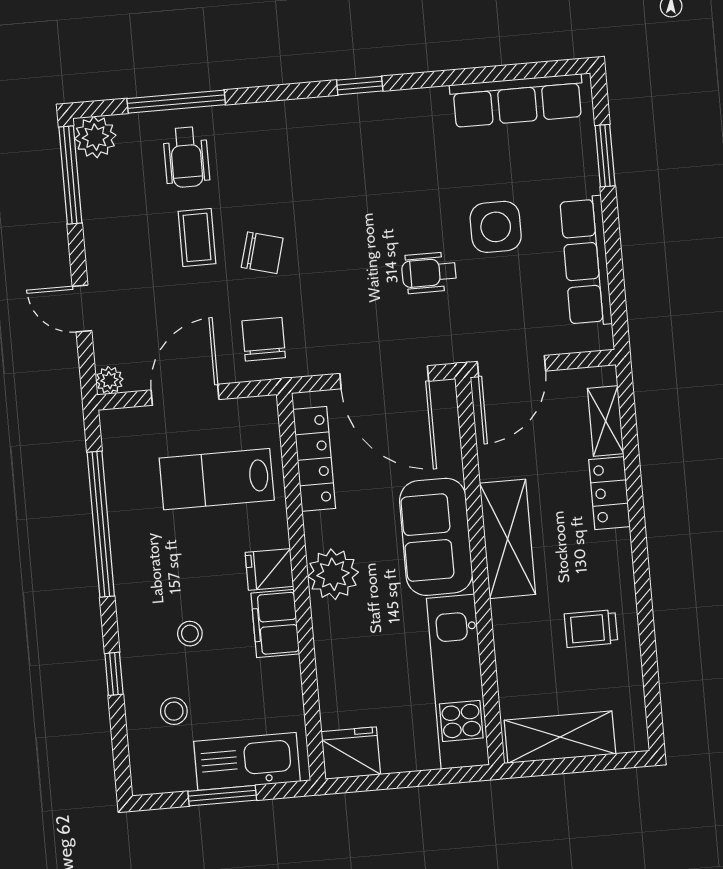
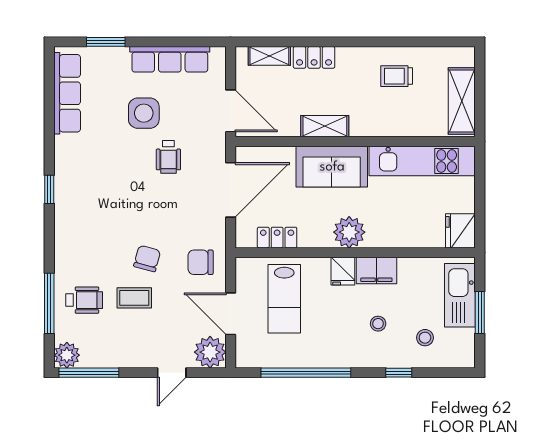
plant: (109, 380) -> (210, 352), width x1.88, depth x1.88
locker: (314, 459) -> (277, 238), width x0.66
shelving: (508, 539) -> (325, 126), width x0.67, depth x0.75
trolley: (591, 628) -> (397, 76), turned 90

